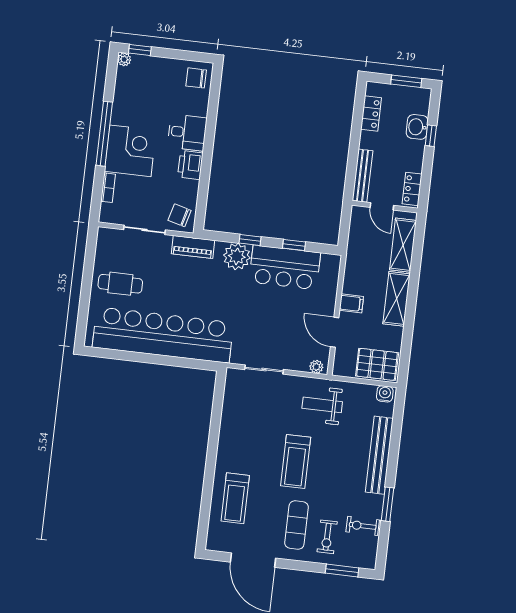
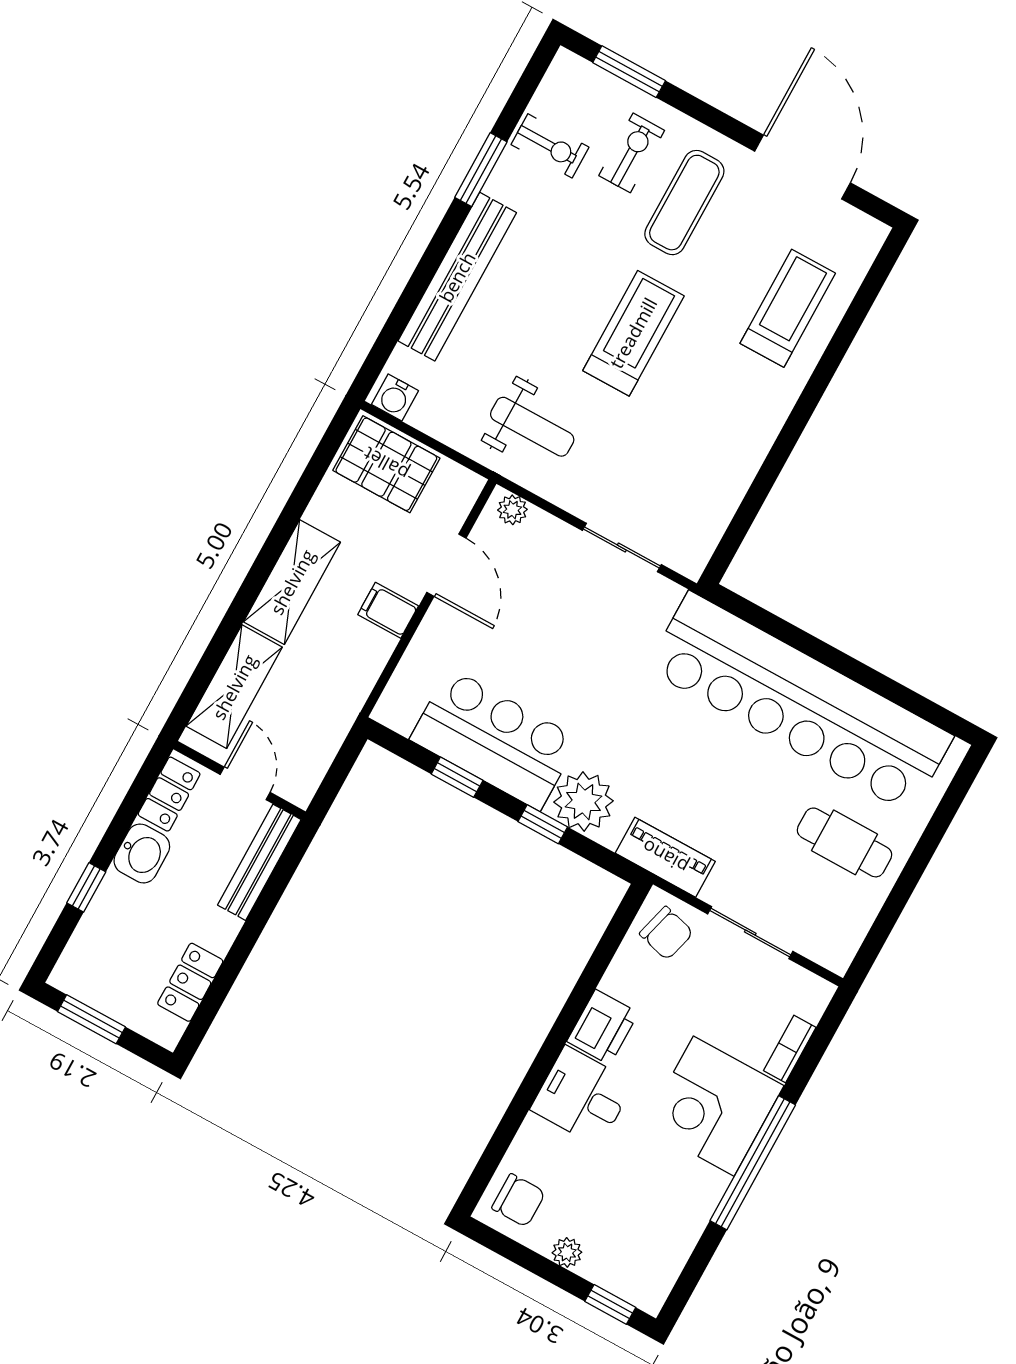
plant: (124, 59) -> (567, 1252), moved
washbasin: (417, 127) -> (142, 853), moved

